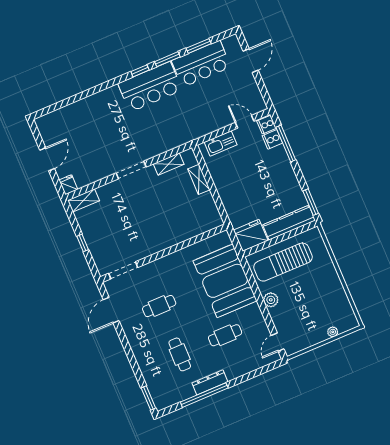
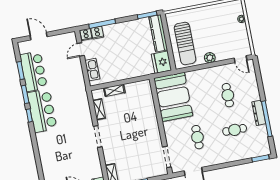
booth: (225, 281) -> (173, 97), moved, turned 90

